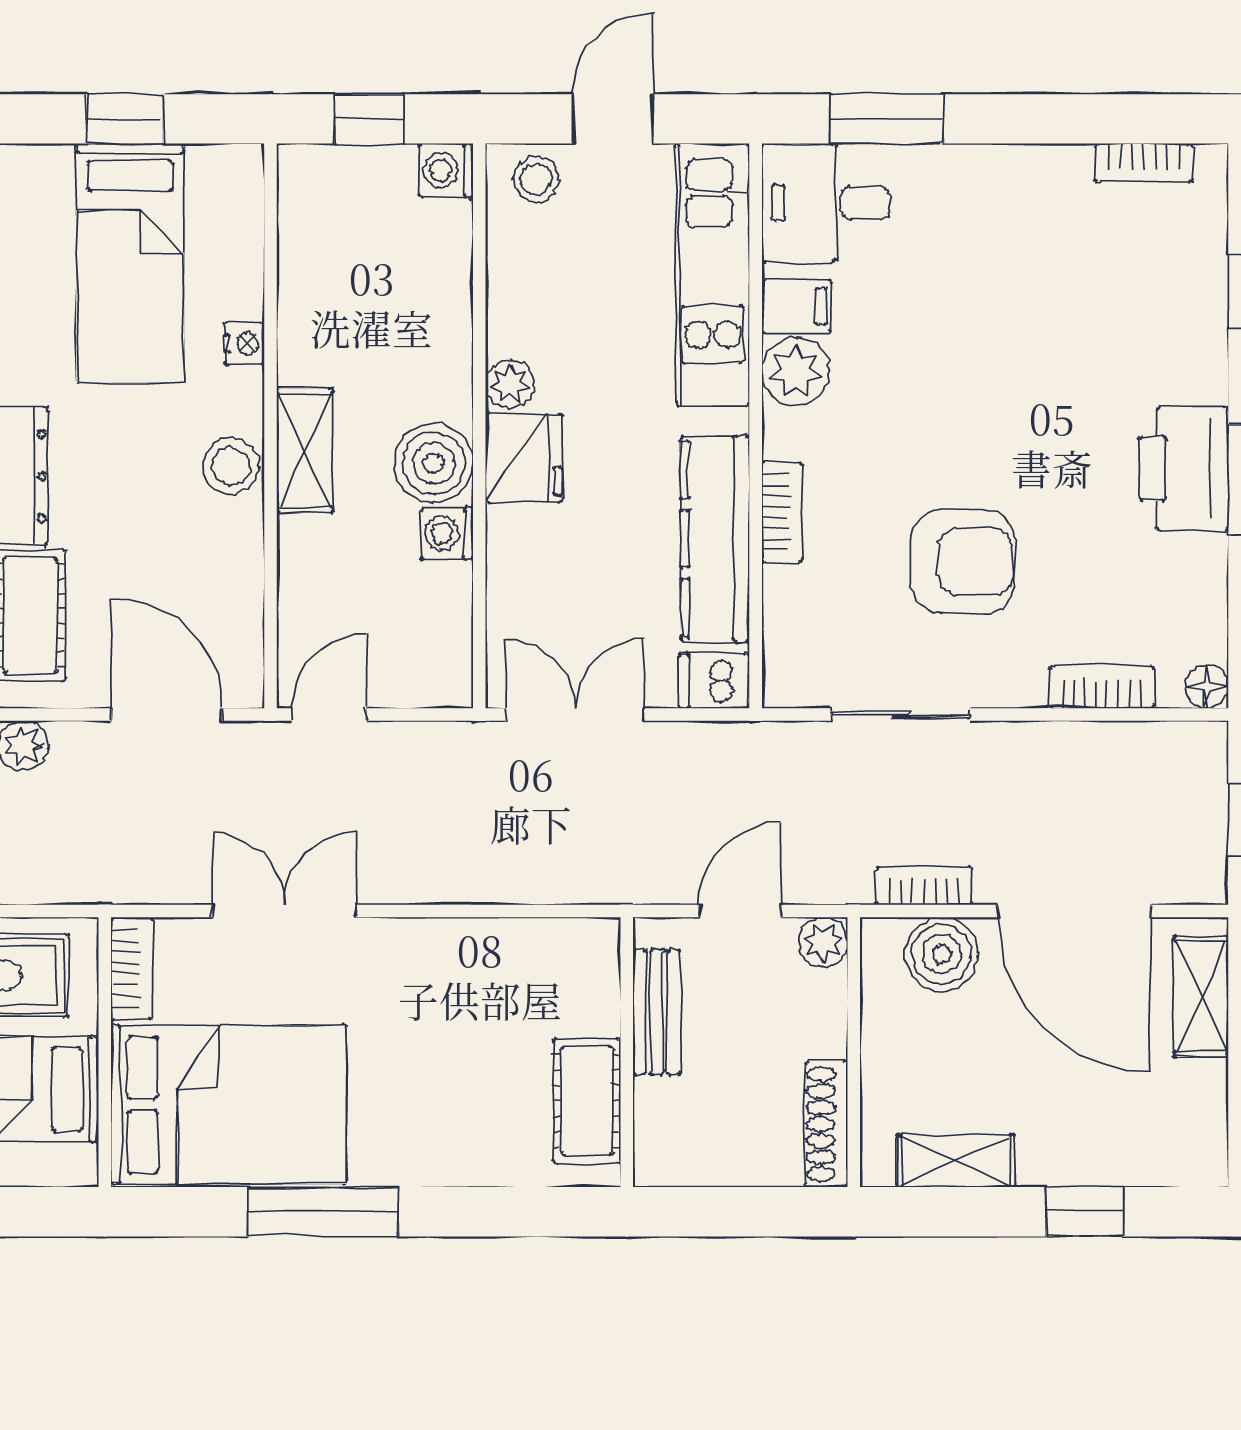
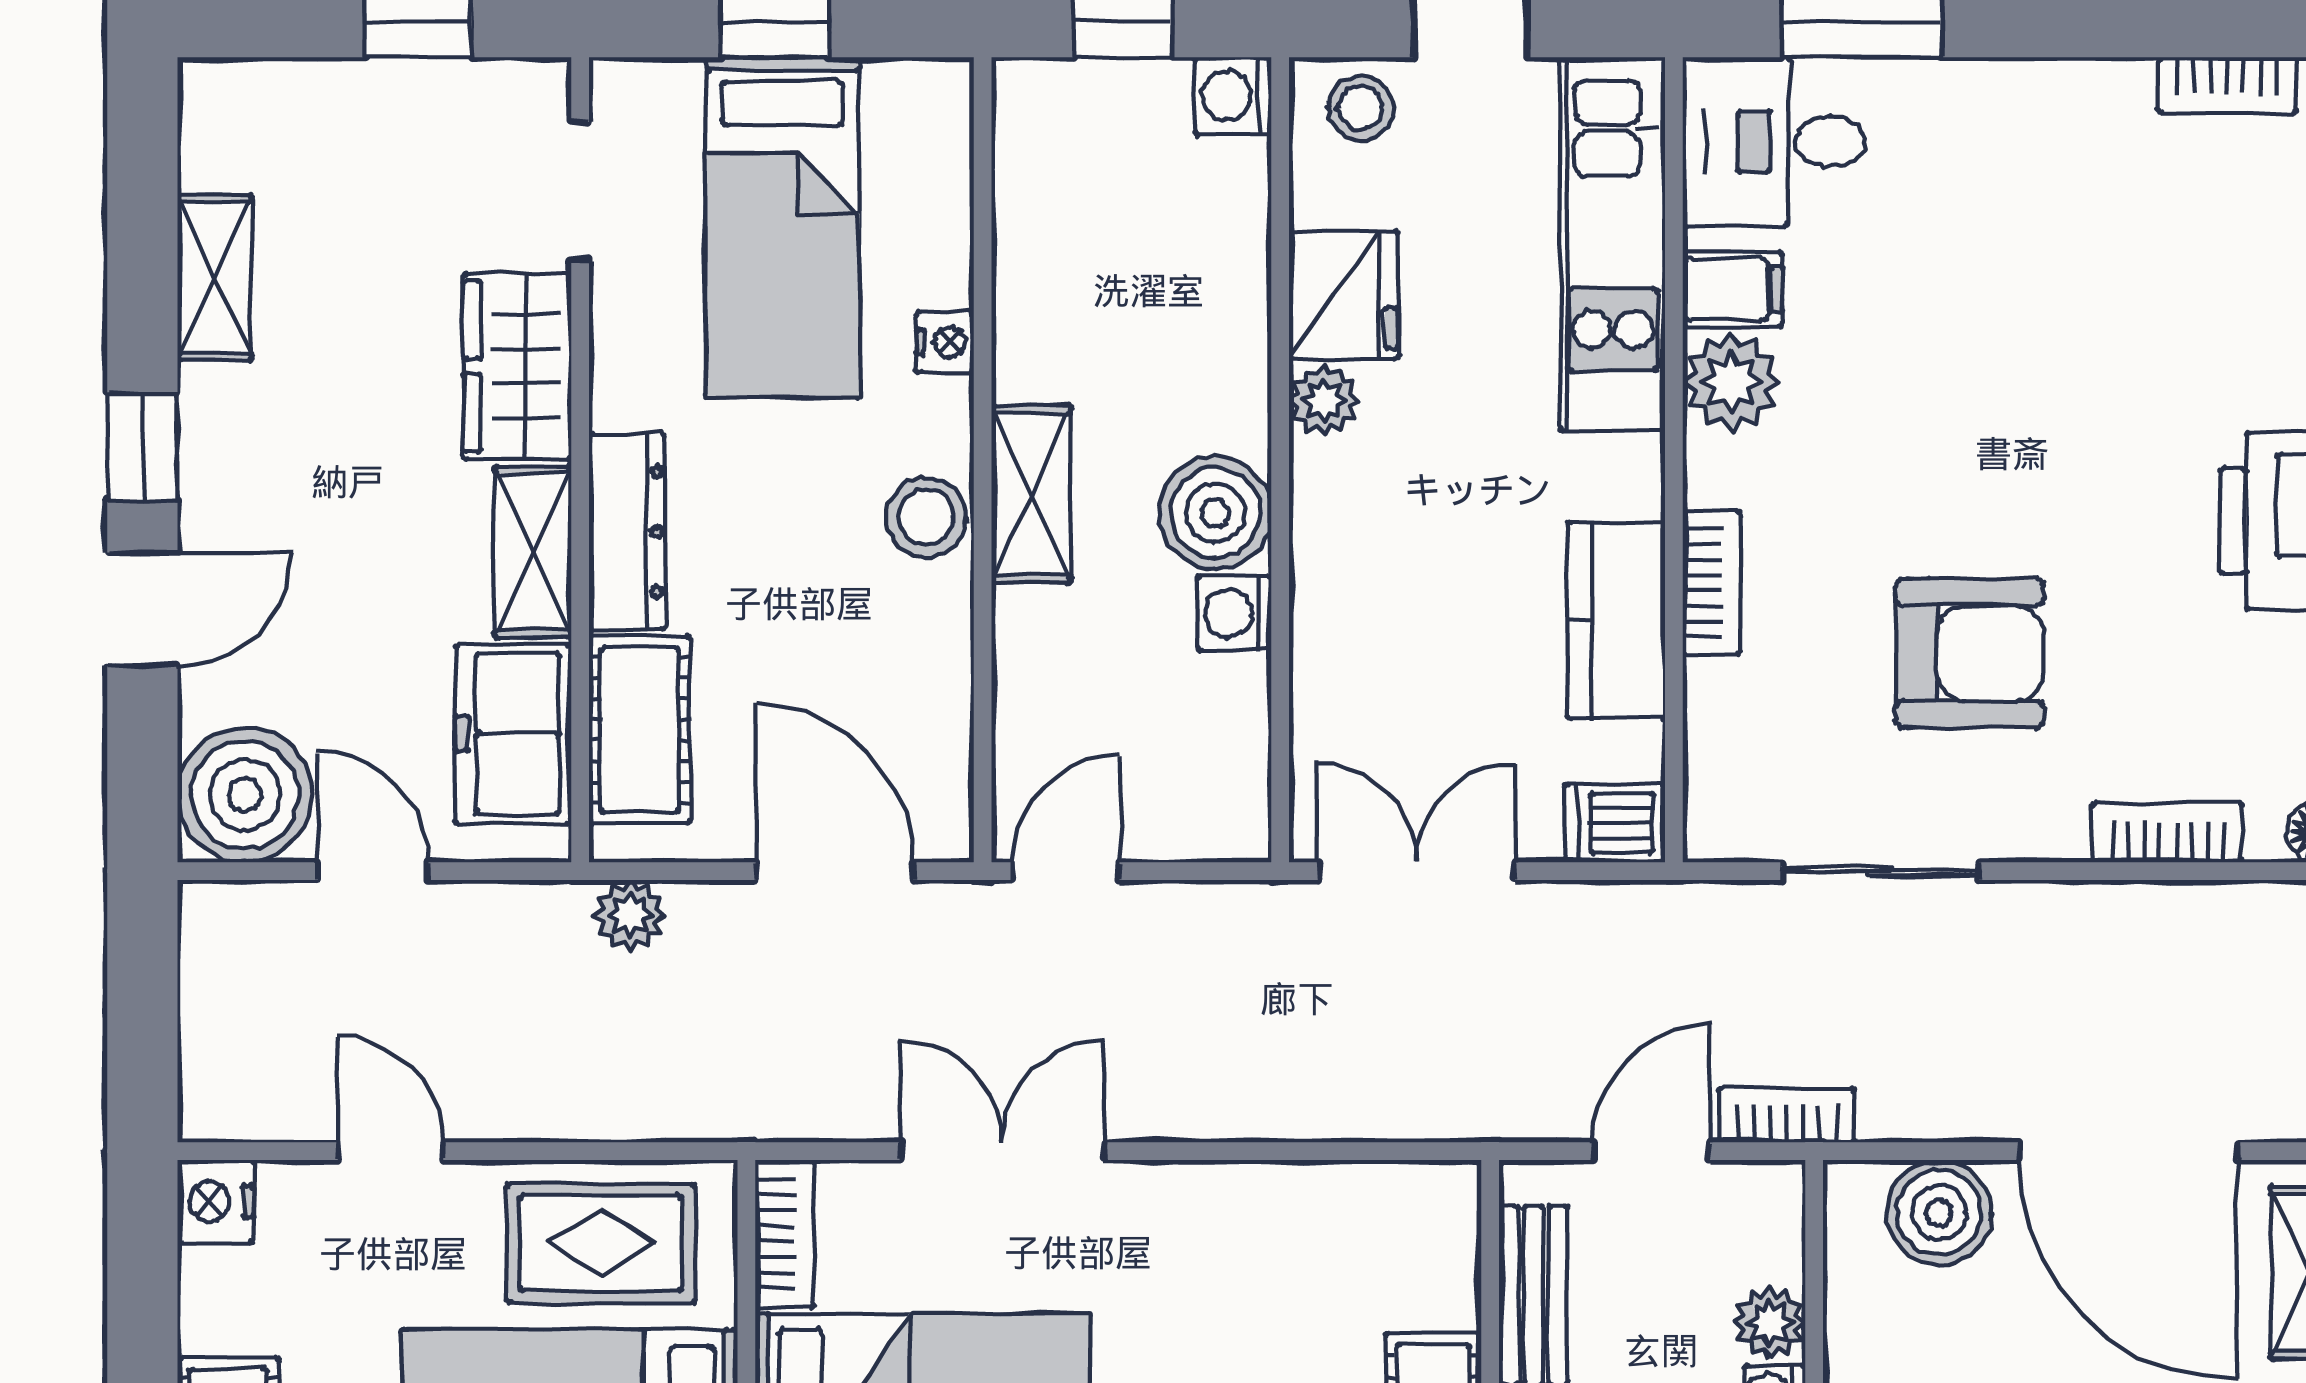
fridge: (524, 458) -> (1344, 295), moved
kitchen counter: (715, 539) -> (1616, 621), width x0.67
bookcase: (924, 886) -> (1787, 1115), moved
plant: (823, 942) -> (1770, 1323), moved

